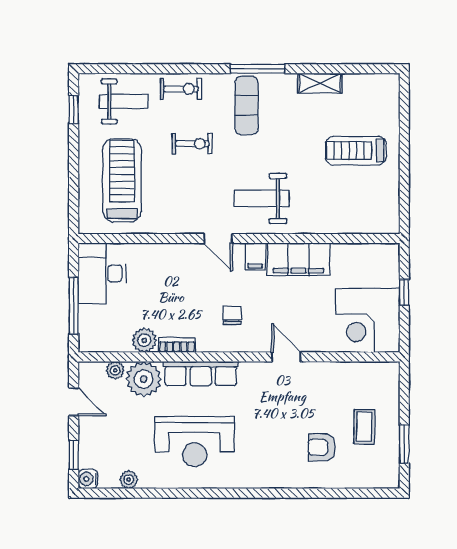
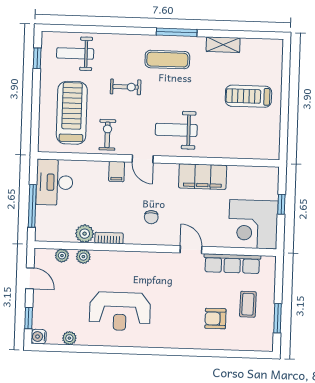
exercise bike: (181, 89) -> (107, 135), moved, turned -90
weight bench: (124, 101) -> (75, 53), turned 180
exercise mat: (246, 105) -> (167, 60), turned 90
filing cabinet: (255, 256) -> (117, 172), moved
chair: (232, 315) -> (151, 217), turned 180
row of seats: (201, 374) -> (232, 264), moved
plant: (144, 379) -> (83, 257), width x0.53, depth x0.53

